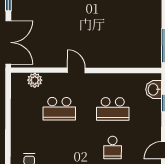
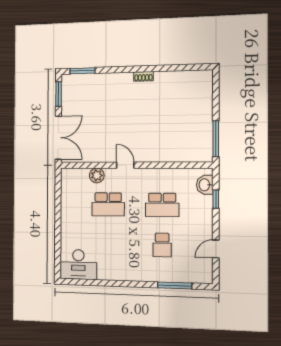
plant: (35, 80) -> (97, 175), moved

